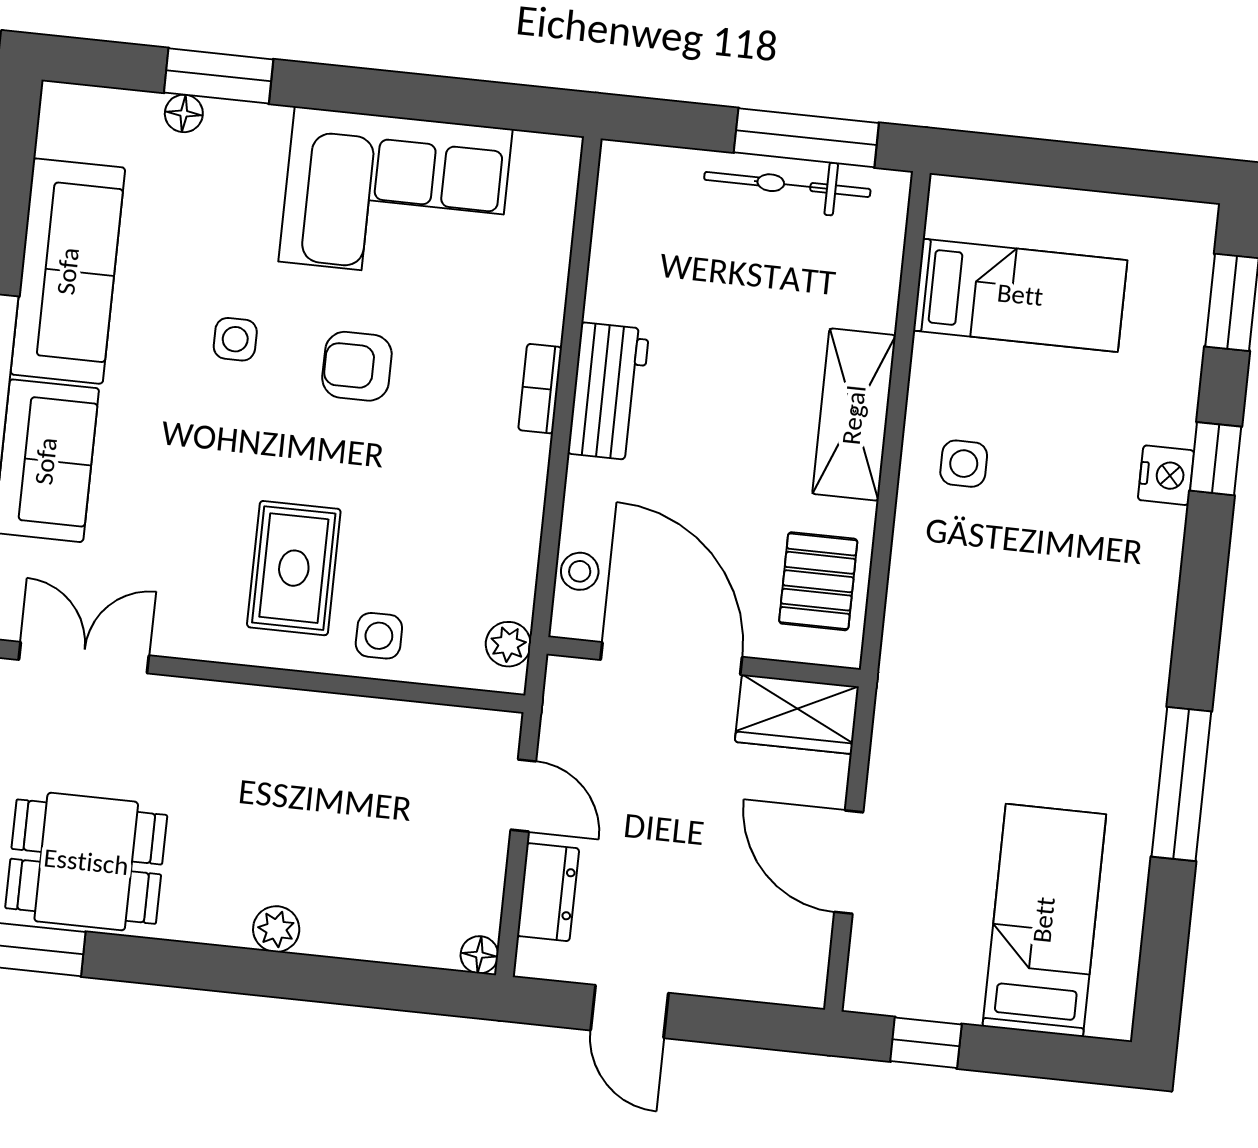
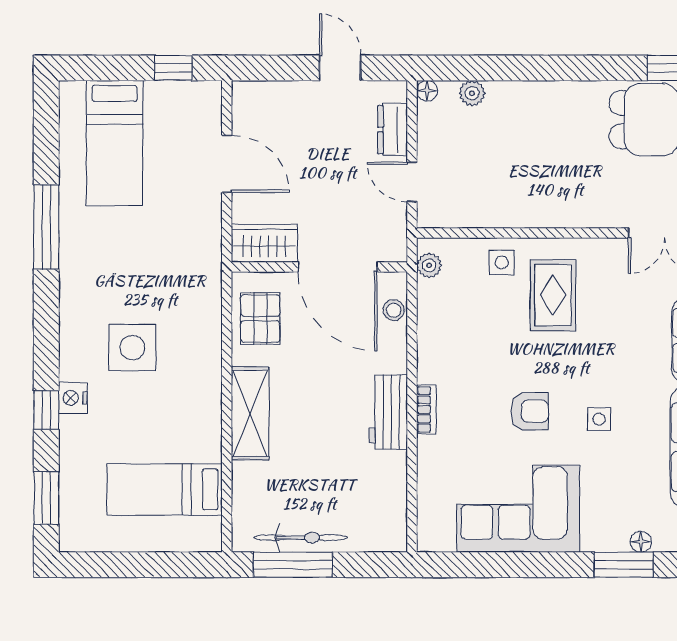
side table: (964, 464) -> (132, 348), moved, width x1.87, depth x1.87
plant: (276, 929) -> (472, 93), moved

